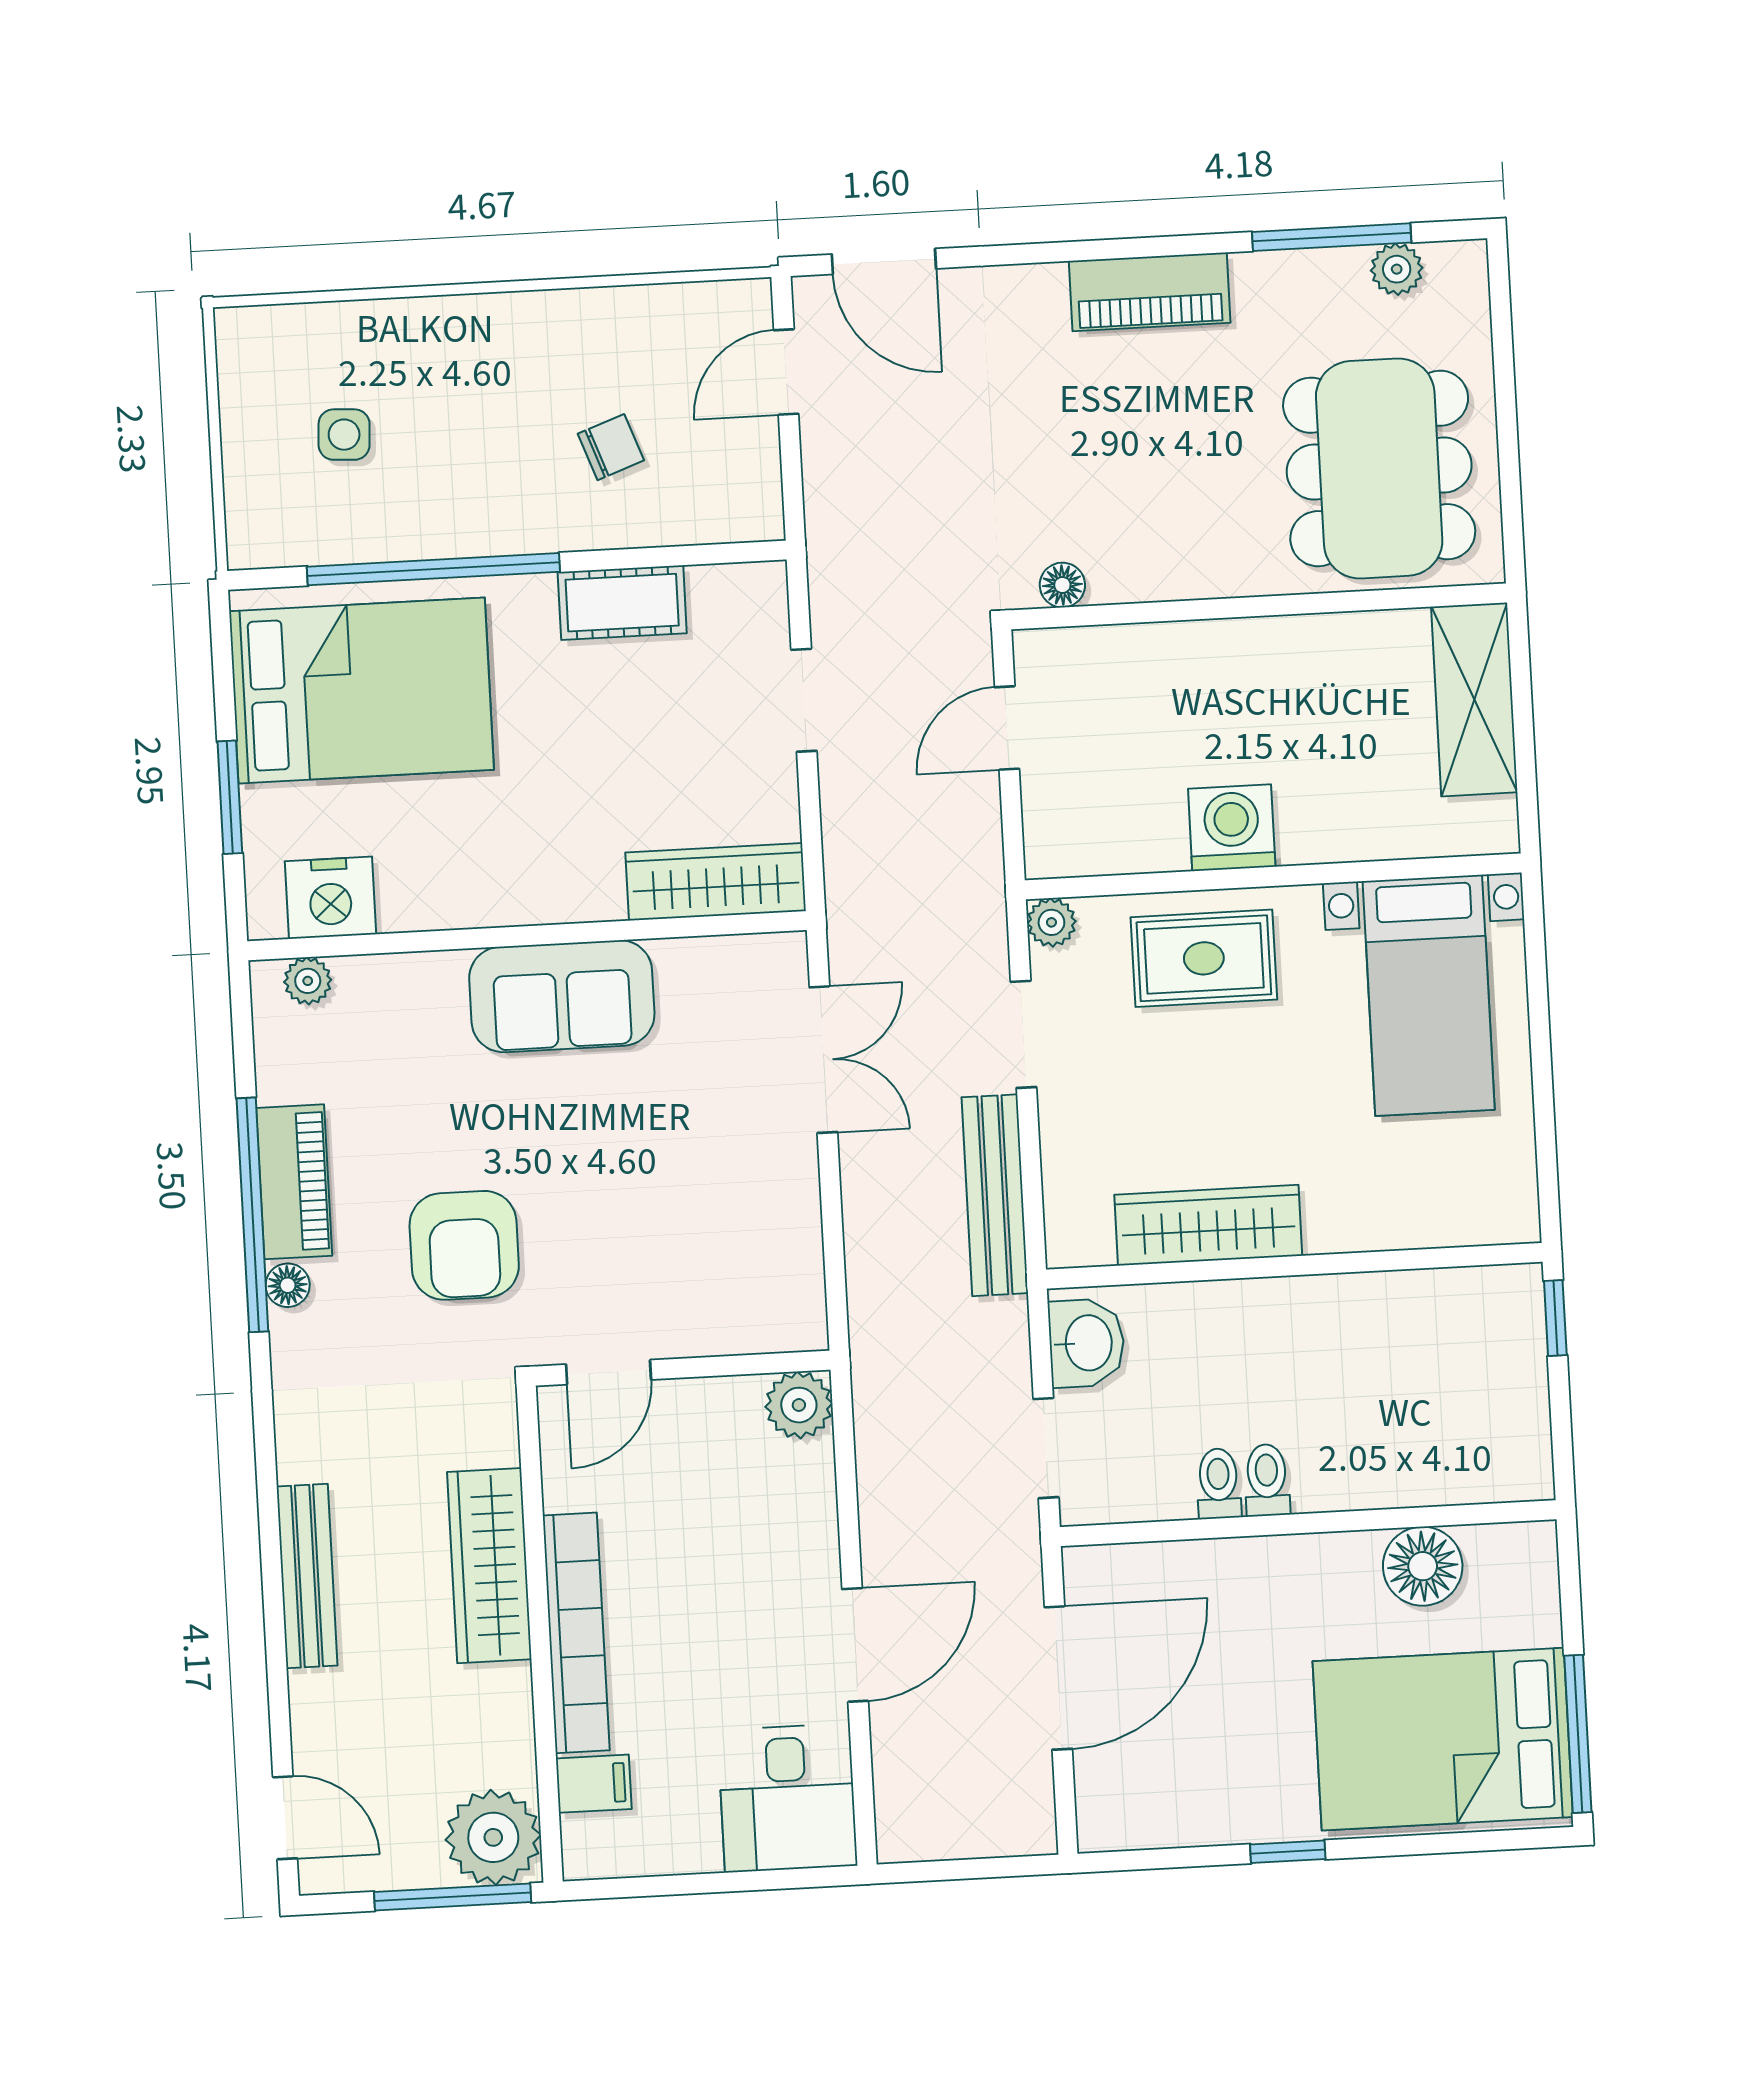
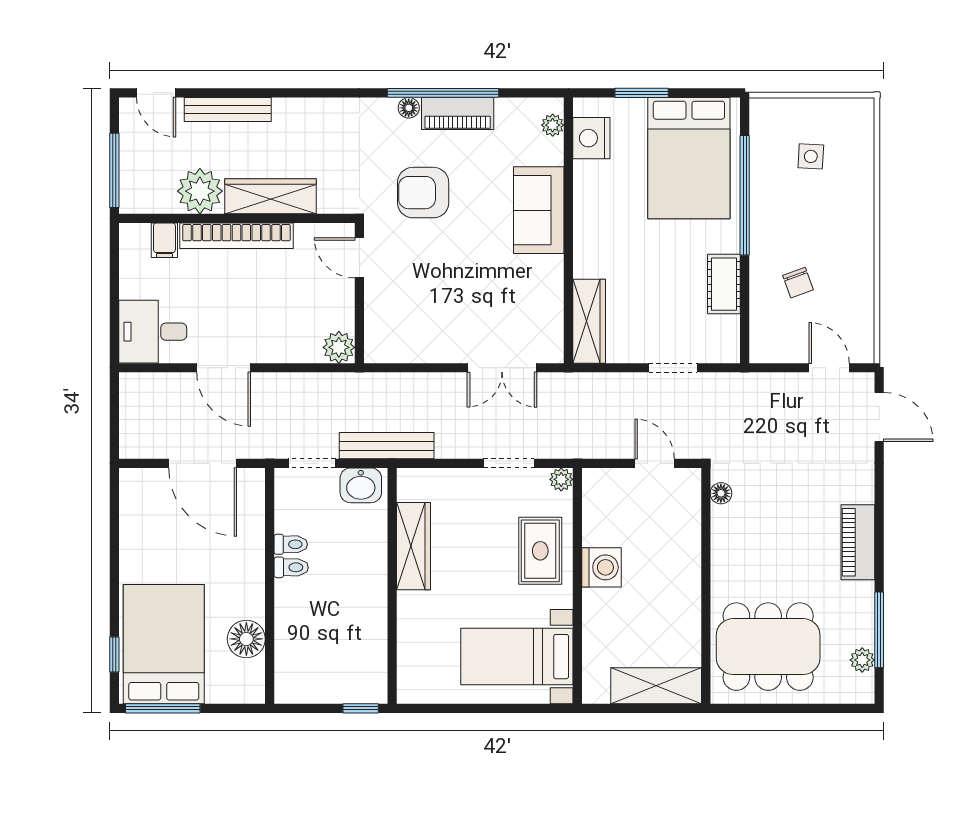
door: (884, 261) -> (879, 417), swing flipped
sofa: (562, 996) -> (539, 210), moved
bench: (995, 1195) -> (387, 446), moved
bench: (307, 1576) -> (228, 110), moved
door: (285, 1818) -> (156, 93), hinge flipped
plant: (493, 1837) -> (200, 191), moved
window: (1288, 1852) -> (114, 655), moved

